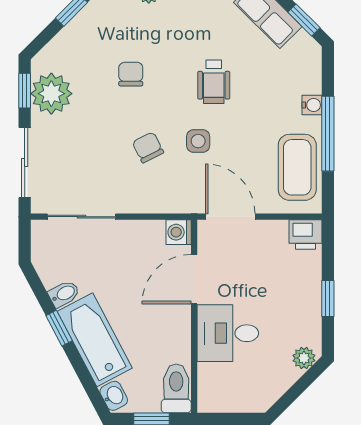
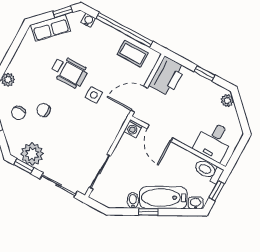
wheelchair: (214, 82) -> (69, 72), width x1.36, depth x1.37
water cooler: (312, 105) -> (88, 20), moved
window: (328, 134) -> (124, 30), width x1.46
chair: (148, 147) -> (18, 113), moved, turned -63
coffee table: (297, 167) -> (133, 54), width x0.73, depth x0.77
printer: (305, 235) -> (167, 76), width x1.87, depth x1.48
desk: (228, 333) -> (214, 141), moved

